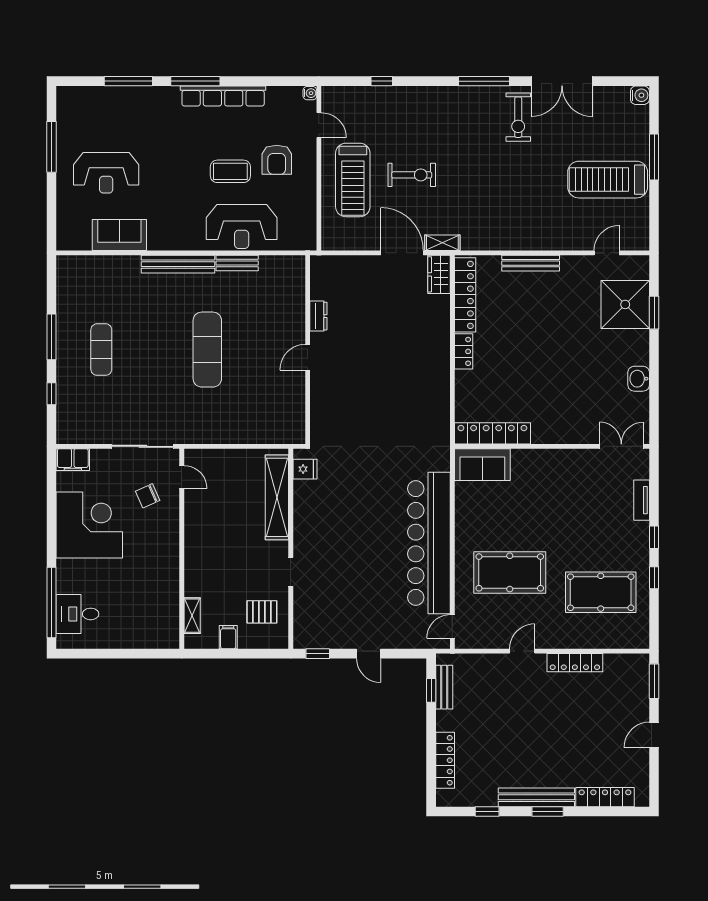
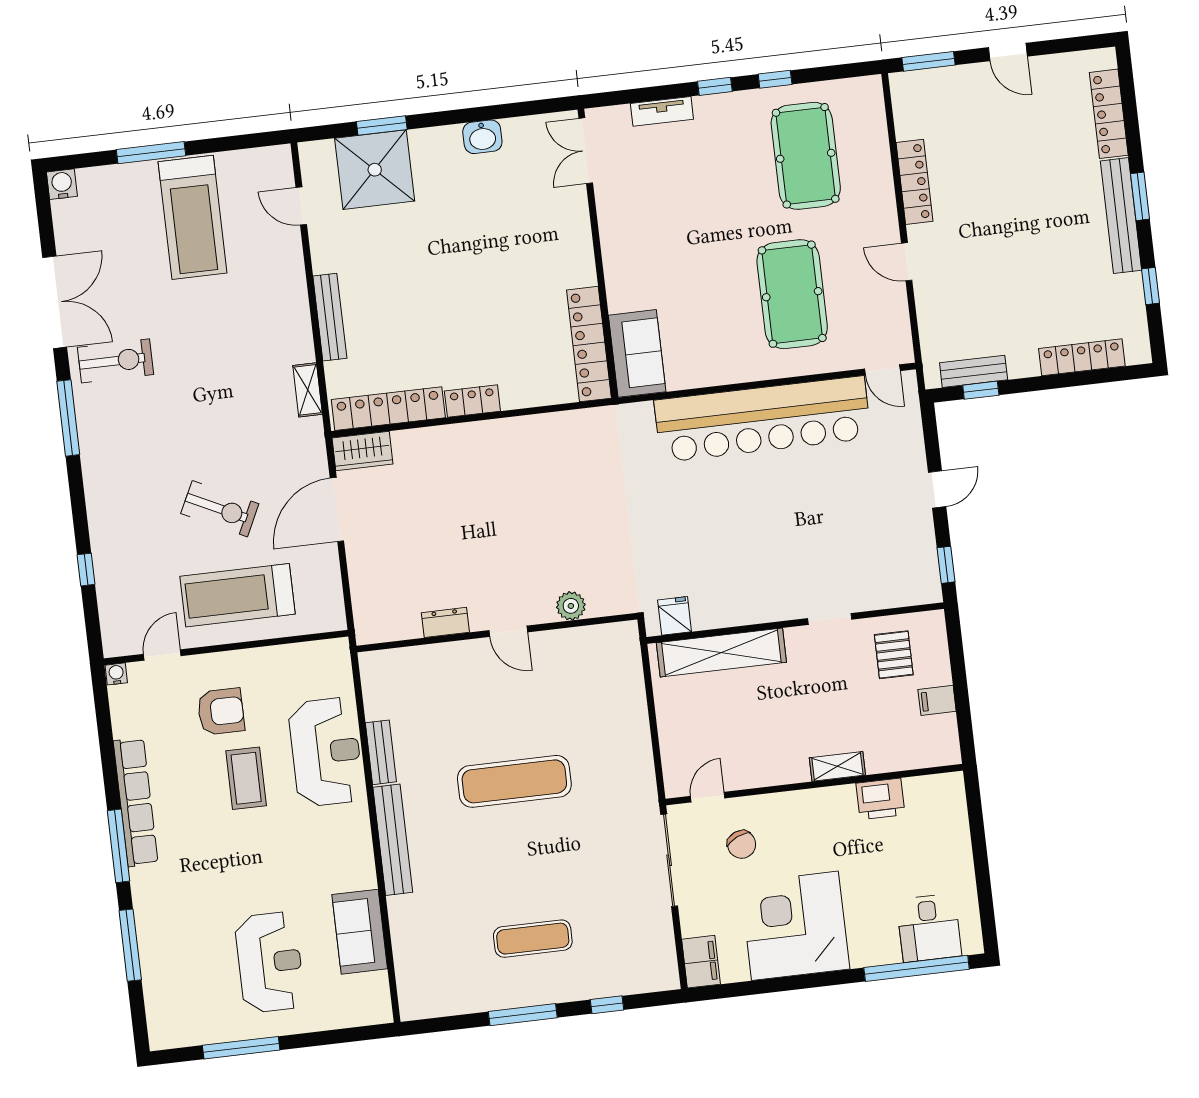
exercise bike: (412, 175) -> (220, 509), turned 116
treadmill: (353, 180) -> (238, 595), turned 180
shelving: (442, 243) -> (308, 390), moved
plant: (320, 401) -> (571, 606), added
printer: (167, 592) -> (880, 799), added
shelving: (192, 616) -> (837, 766), moved

